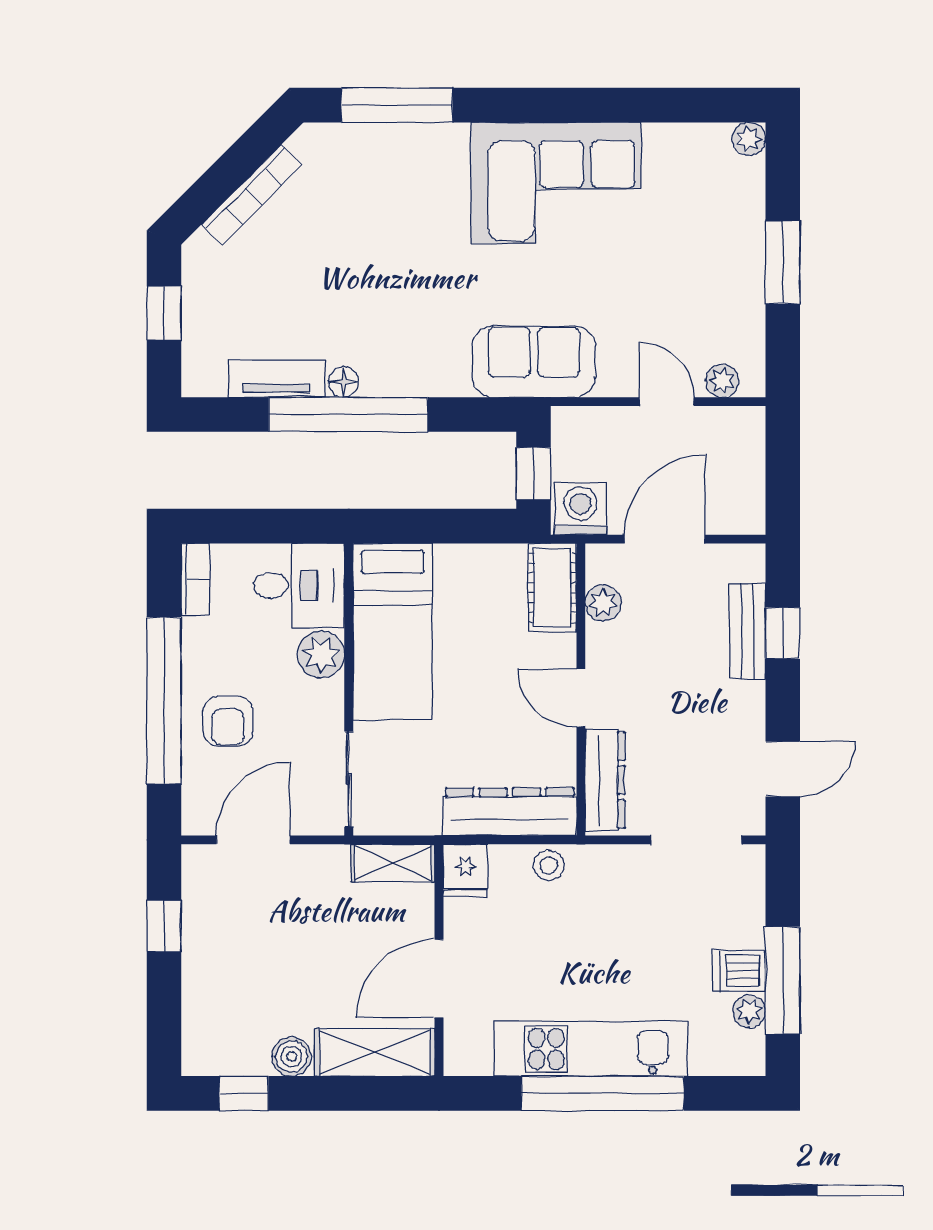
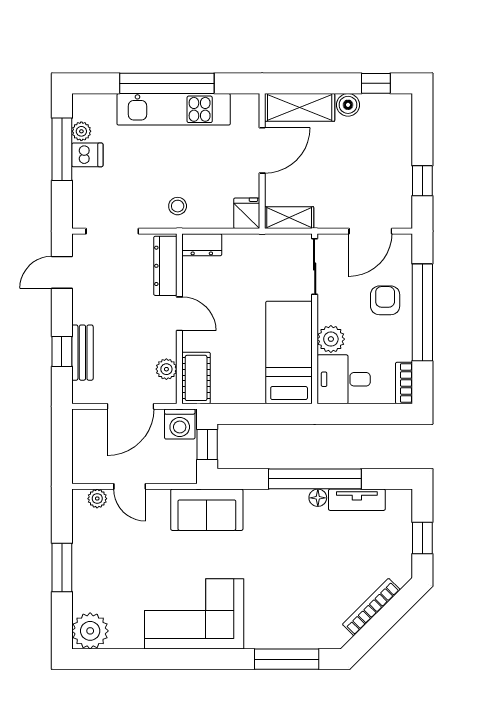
plant: (749, 139) -> (90, 631), width x1.87, depth x1.87
dresser: (510, 812) -> (202, 245), width x0.51, depth x0.80
stool: (549, 865) -> (178, 206), moved

